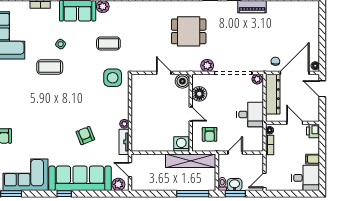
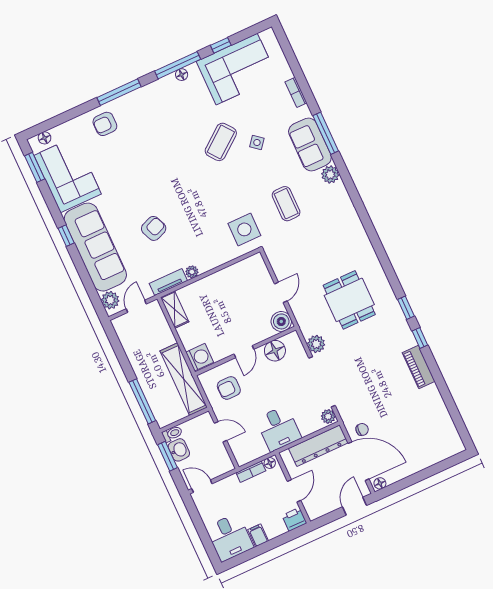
coffee table: (50, 67) -> (221, 142), turned 52
shelving: (143, 146) -> (175, 310), added

